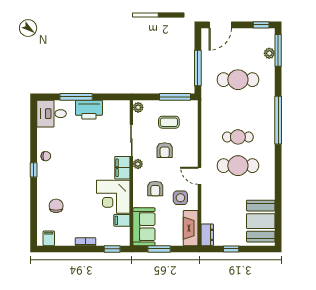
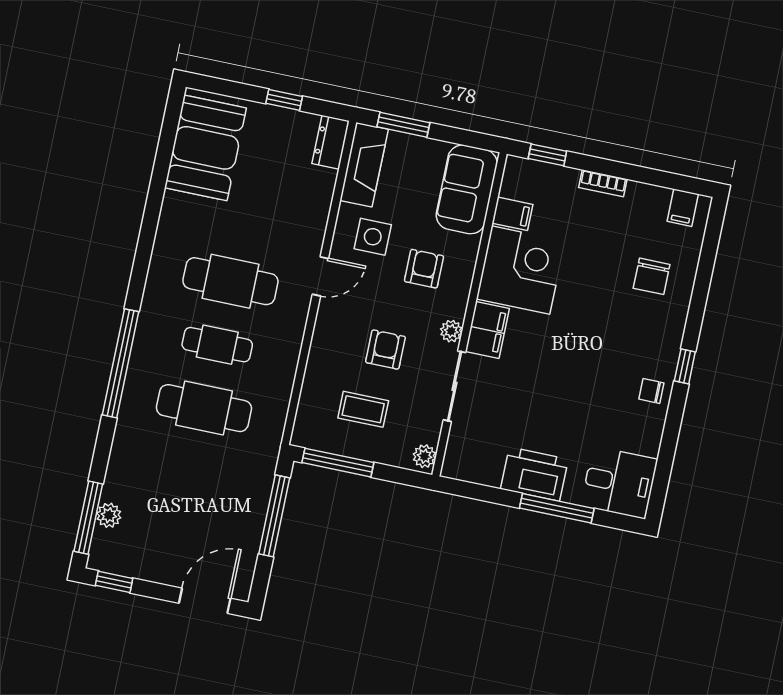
cafe table: (238, 80) -> (204, 408), moved
door: (199, 176) -> (320, 276), hinge flipped
window: (159, 249) -> (403, 125), moved

